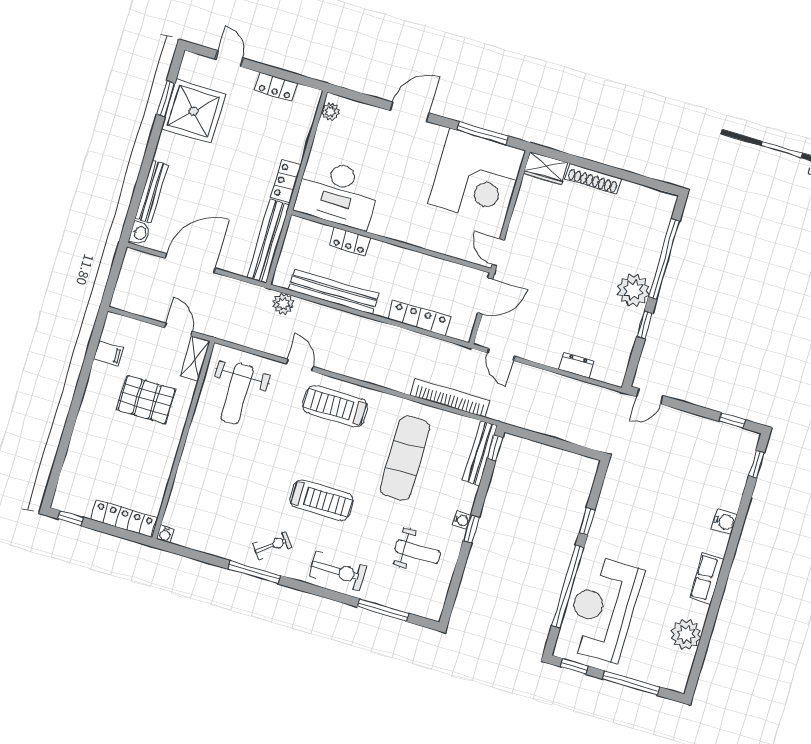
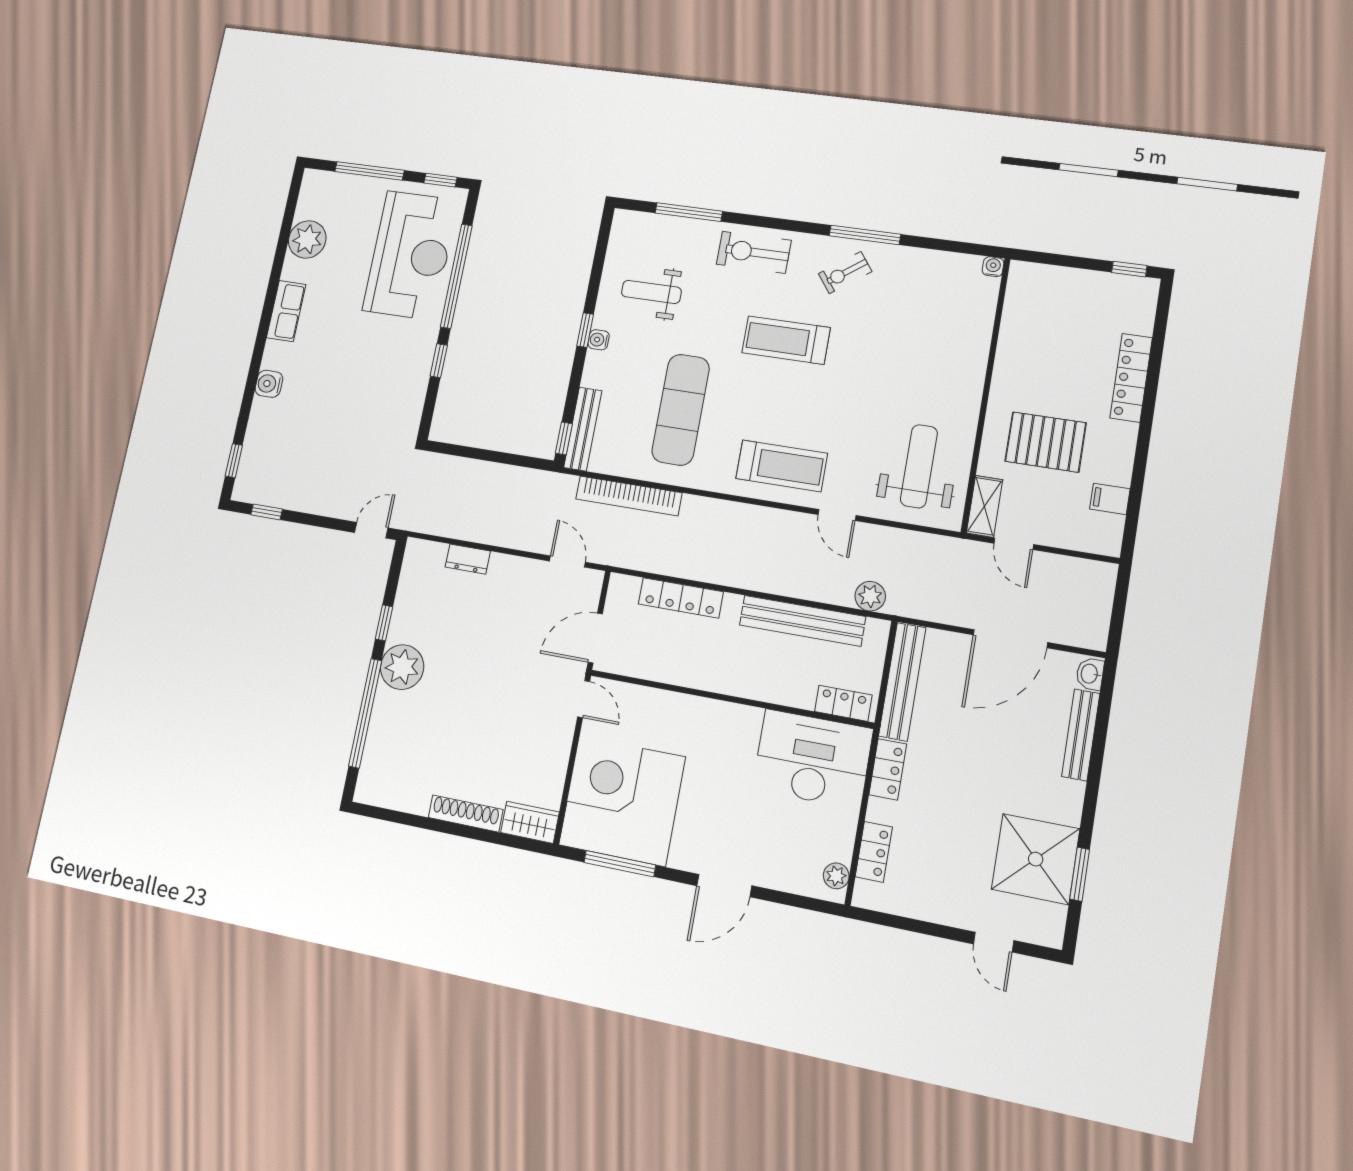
locker: (276, 87) -> (874, 852), moved, turned 90
locker: (350, 242) -> (843, 703), moved
locker: (124, 519) -> (1131, 378), moved, turned 90

